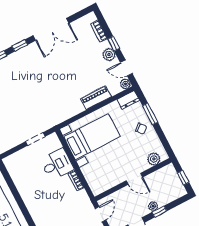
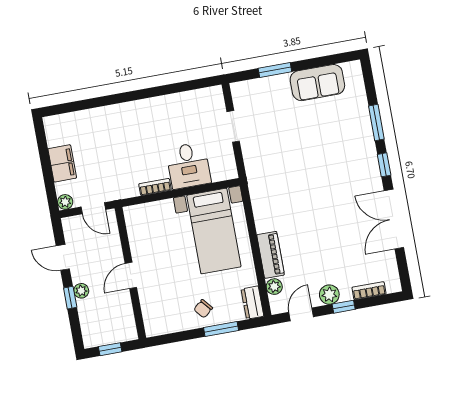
plant: (125, 84) -> (274, 287), moved
doorway: (35, 139) -> (233, 126), moved
plant: (154, 159) -> (152, 314), removed

